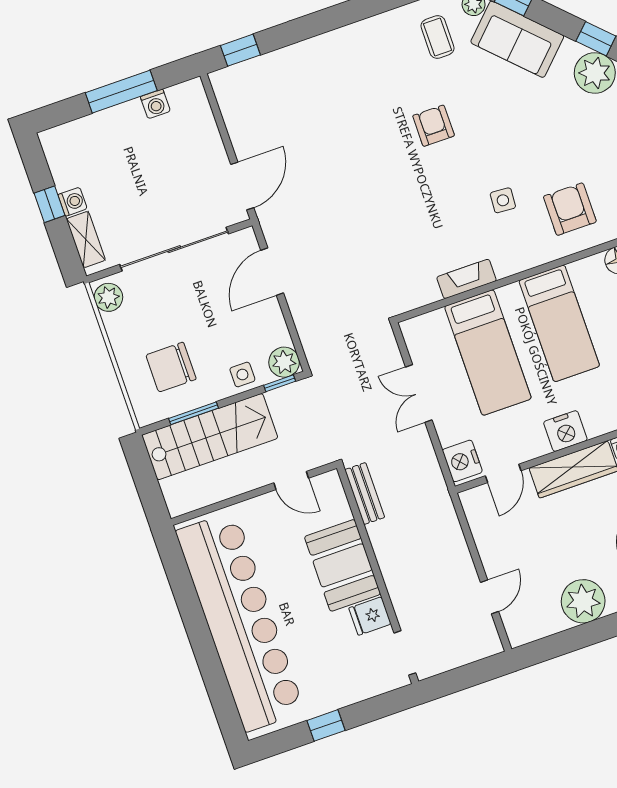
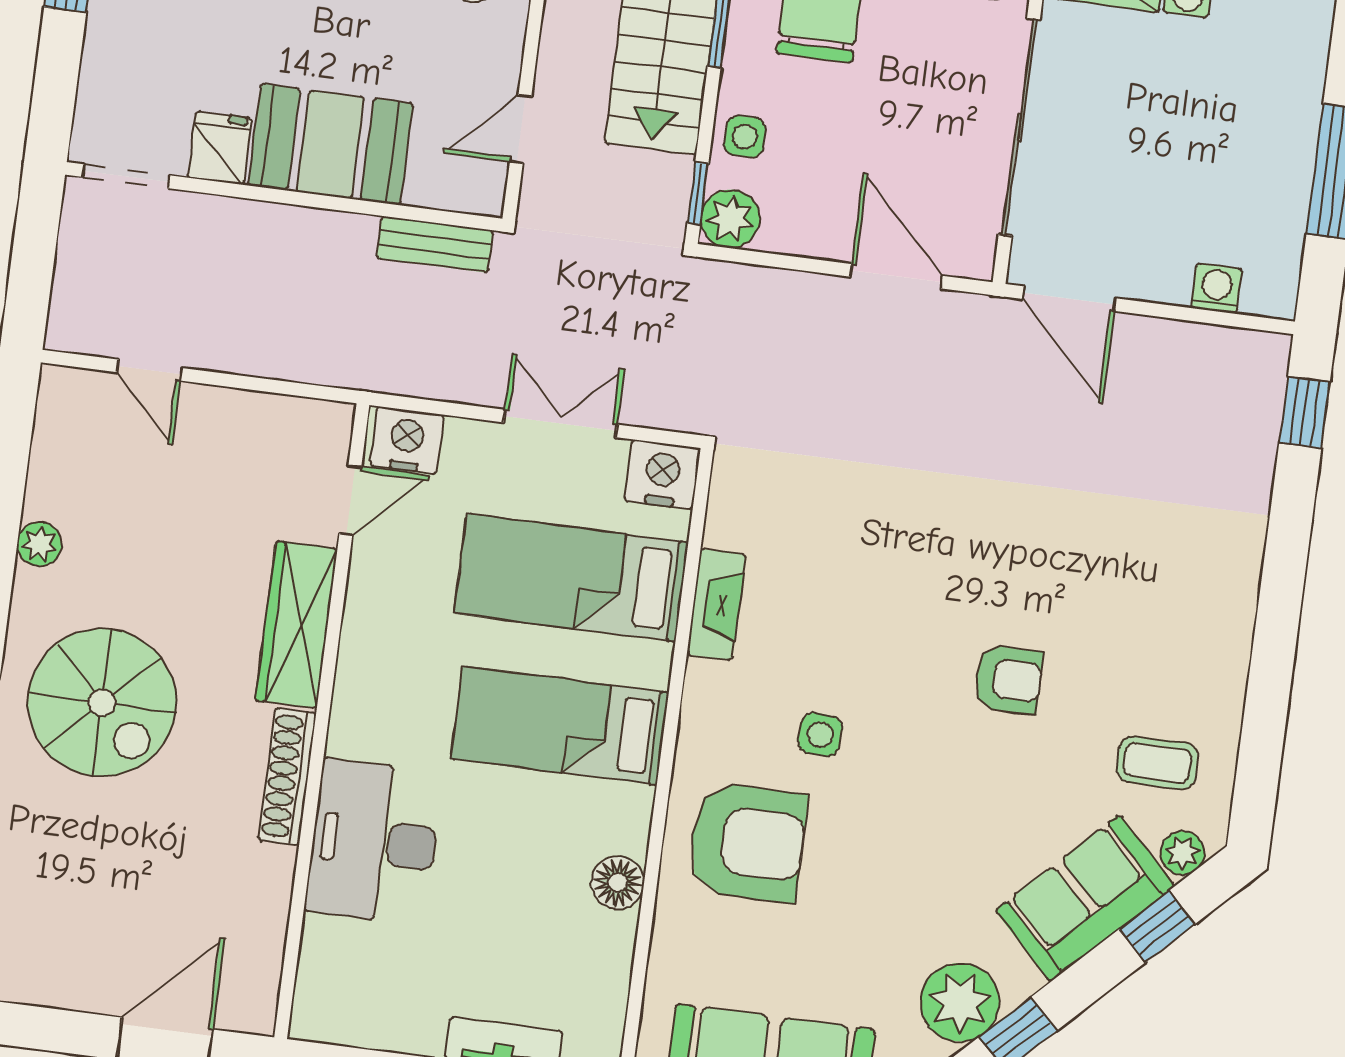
washing machine: (155, 104) -> (1216, 288), moved, turned 90
armchair: (570, 209) -> (747, 842), width x1.36, depth x1.36
nightstand: (565, 431) -> (662, 474), moved, turned 90
door: (503, 473) -> (350, 500), swing flipped
plant: (583, 601) -> (40, 544), width x0.53, depth x0.53

